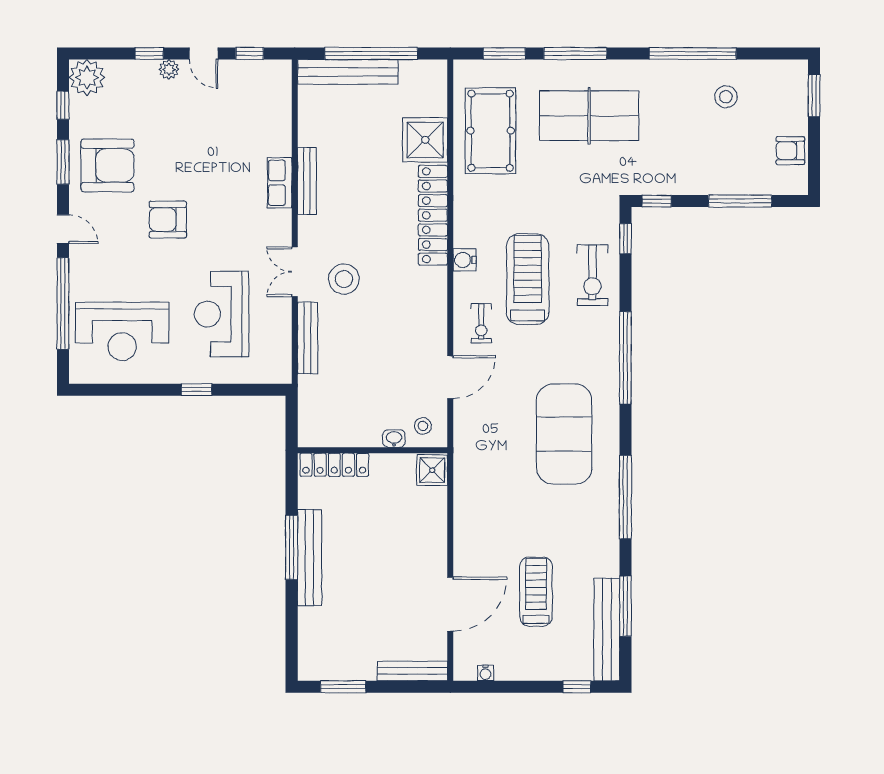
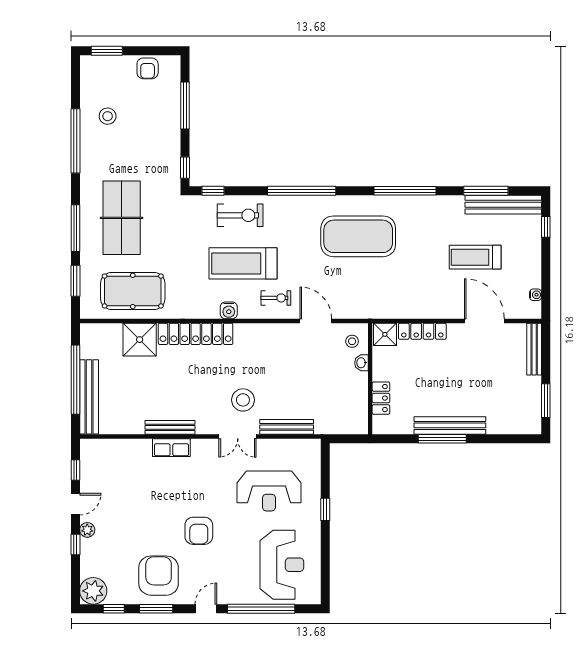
locker: (334, 465) -> (381, 398), width x0.66
locker: (436, 520) -> (422, 331), added

